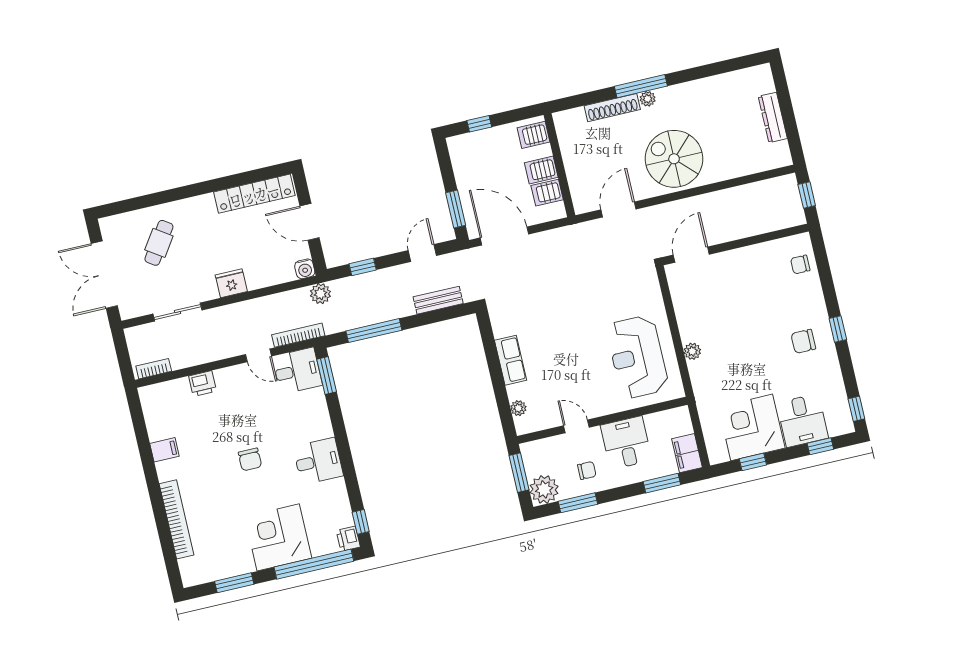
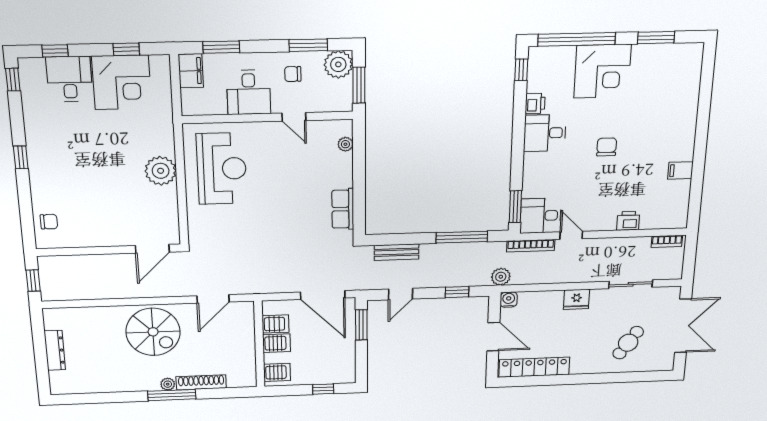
chair: (803, 341) -> (57, 152), removed
plant: (692, 351) -> (161, 171), width x1.87, depth x1.87
row of seats: (511, 360) -> (343, 209), moved
bookcase: (176, 519) -> (690, 107), removed
printer: (348, 539) -> (535, 103), moved

